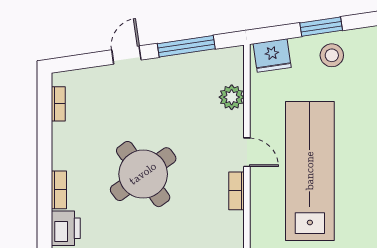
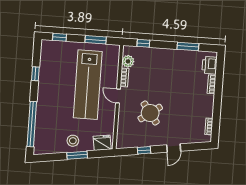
window: (186, 46) -> (144, 150), width x0.46
plant: (232, 97) -> (128, 61), moved
round table: (143, 174) -> (150, 113), moved, width x0.73, depth x0.73

